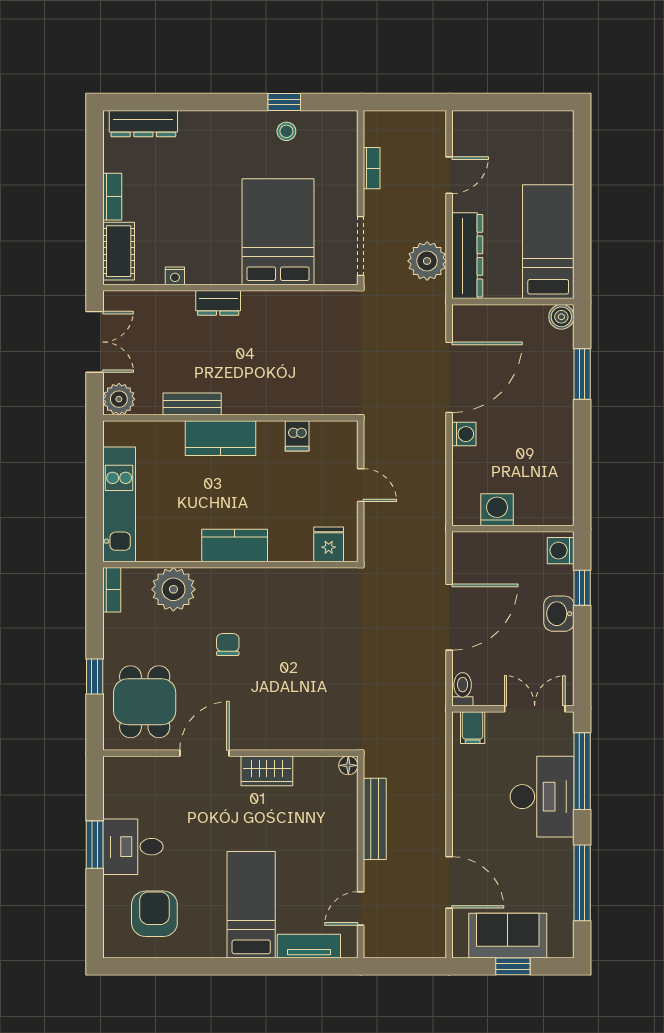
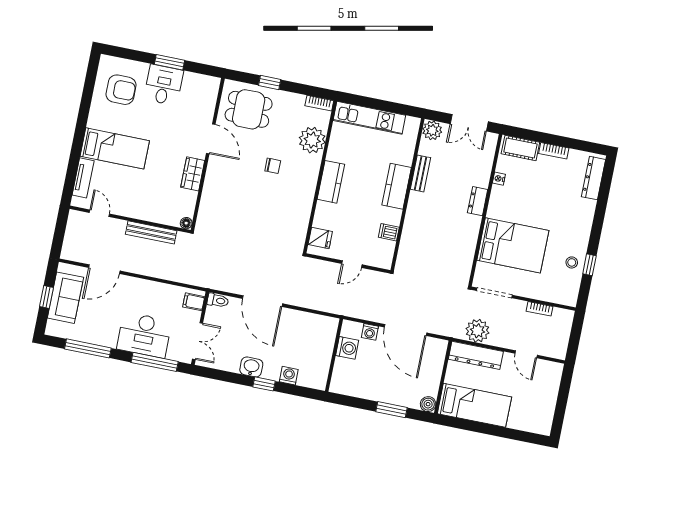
washing machine: (497, 510) -> (347, 348), moved
wall: (513, 529) -> (334, 355), moved

